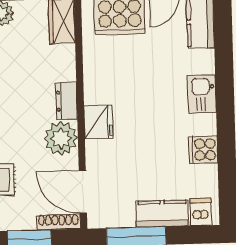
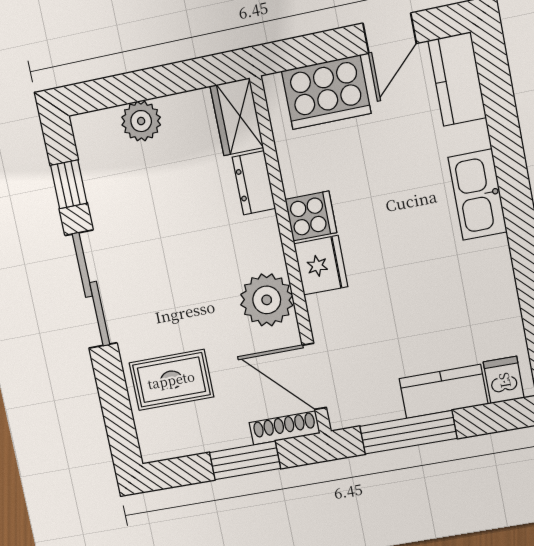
kitchen sink: (202, 94) -> (478, 195), width x1.38
dresser: (66, 101) -> (254, 183), moved
cooker: (203, 150) -> (311, 216), moved, turned 180

